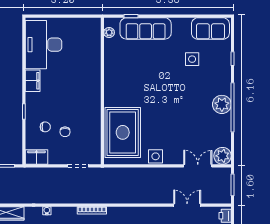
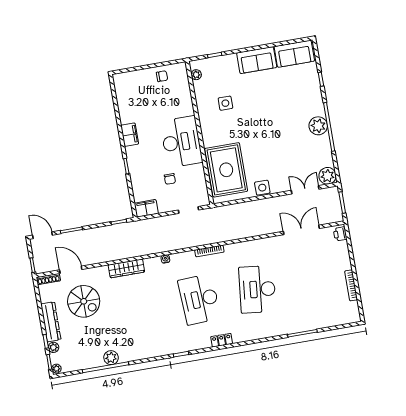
sofa: (146, 28) -> (257, 60), moved, width x0.73
desk: (43, 45) -> (181, 142), moved, turned 180
side table: (192, 59) -> (225, 103), moved
chair: (45, 127) -> (162, 76), moved
double door: (187, 205) -> (301, 230), width x1.37

